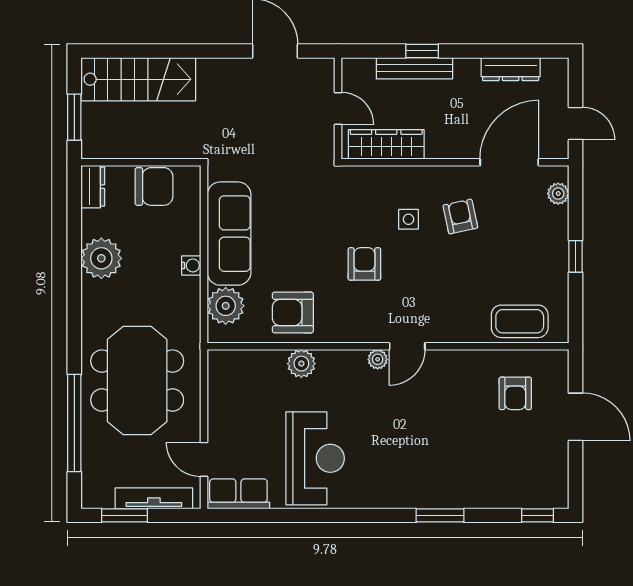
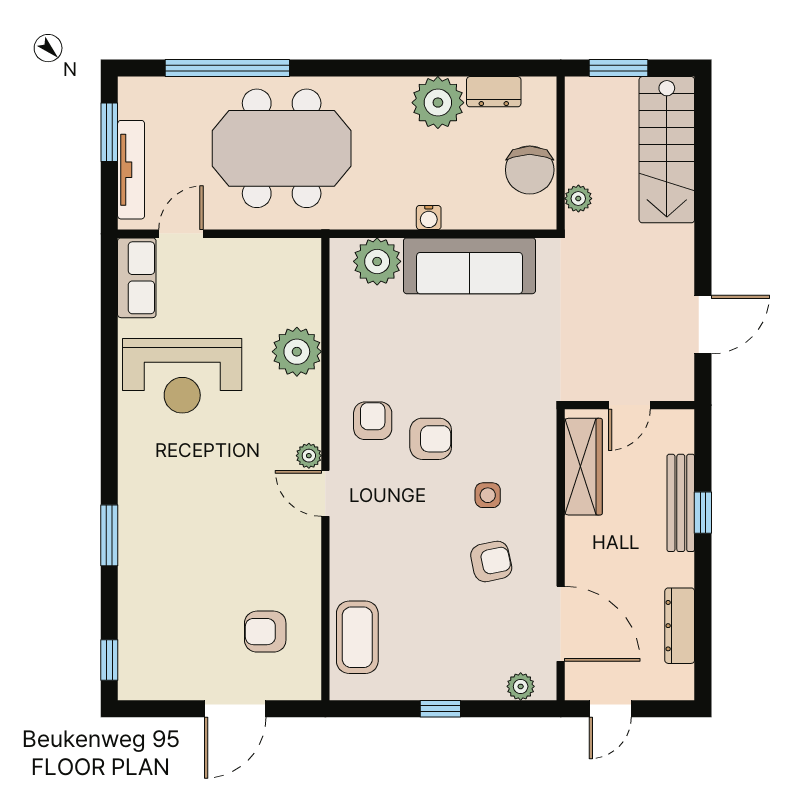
plant: (176, 148) -> (578, 199), added
dresser: (93, 187) -> (494, 92), moved
armchair: (293, 313) -> (373, 421), moved, width x0.72, depth x0.72
plant: (301, 364) -> (297, 352), width x1.36, depth x1.36

